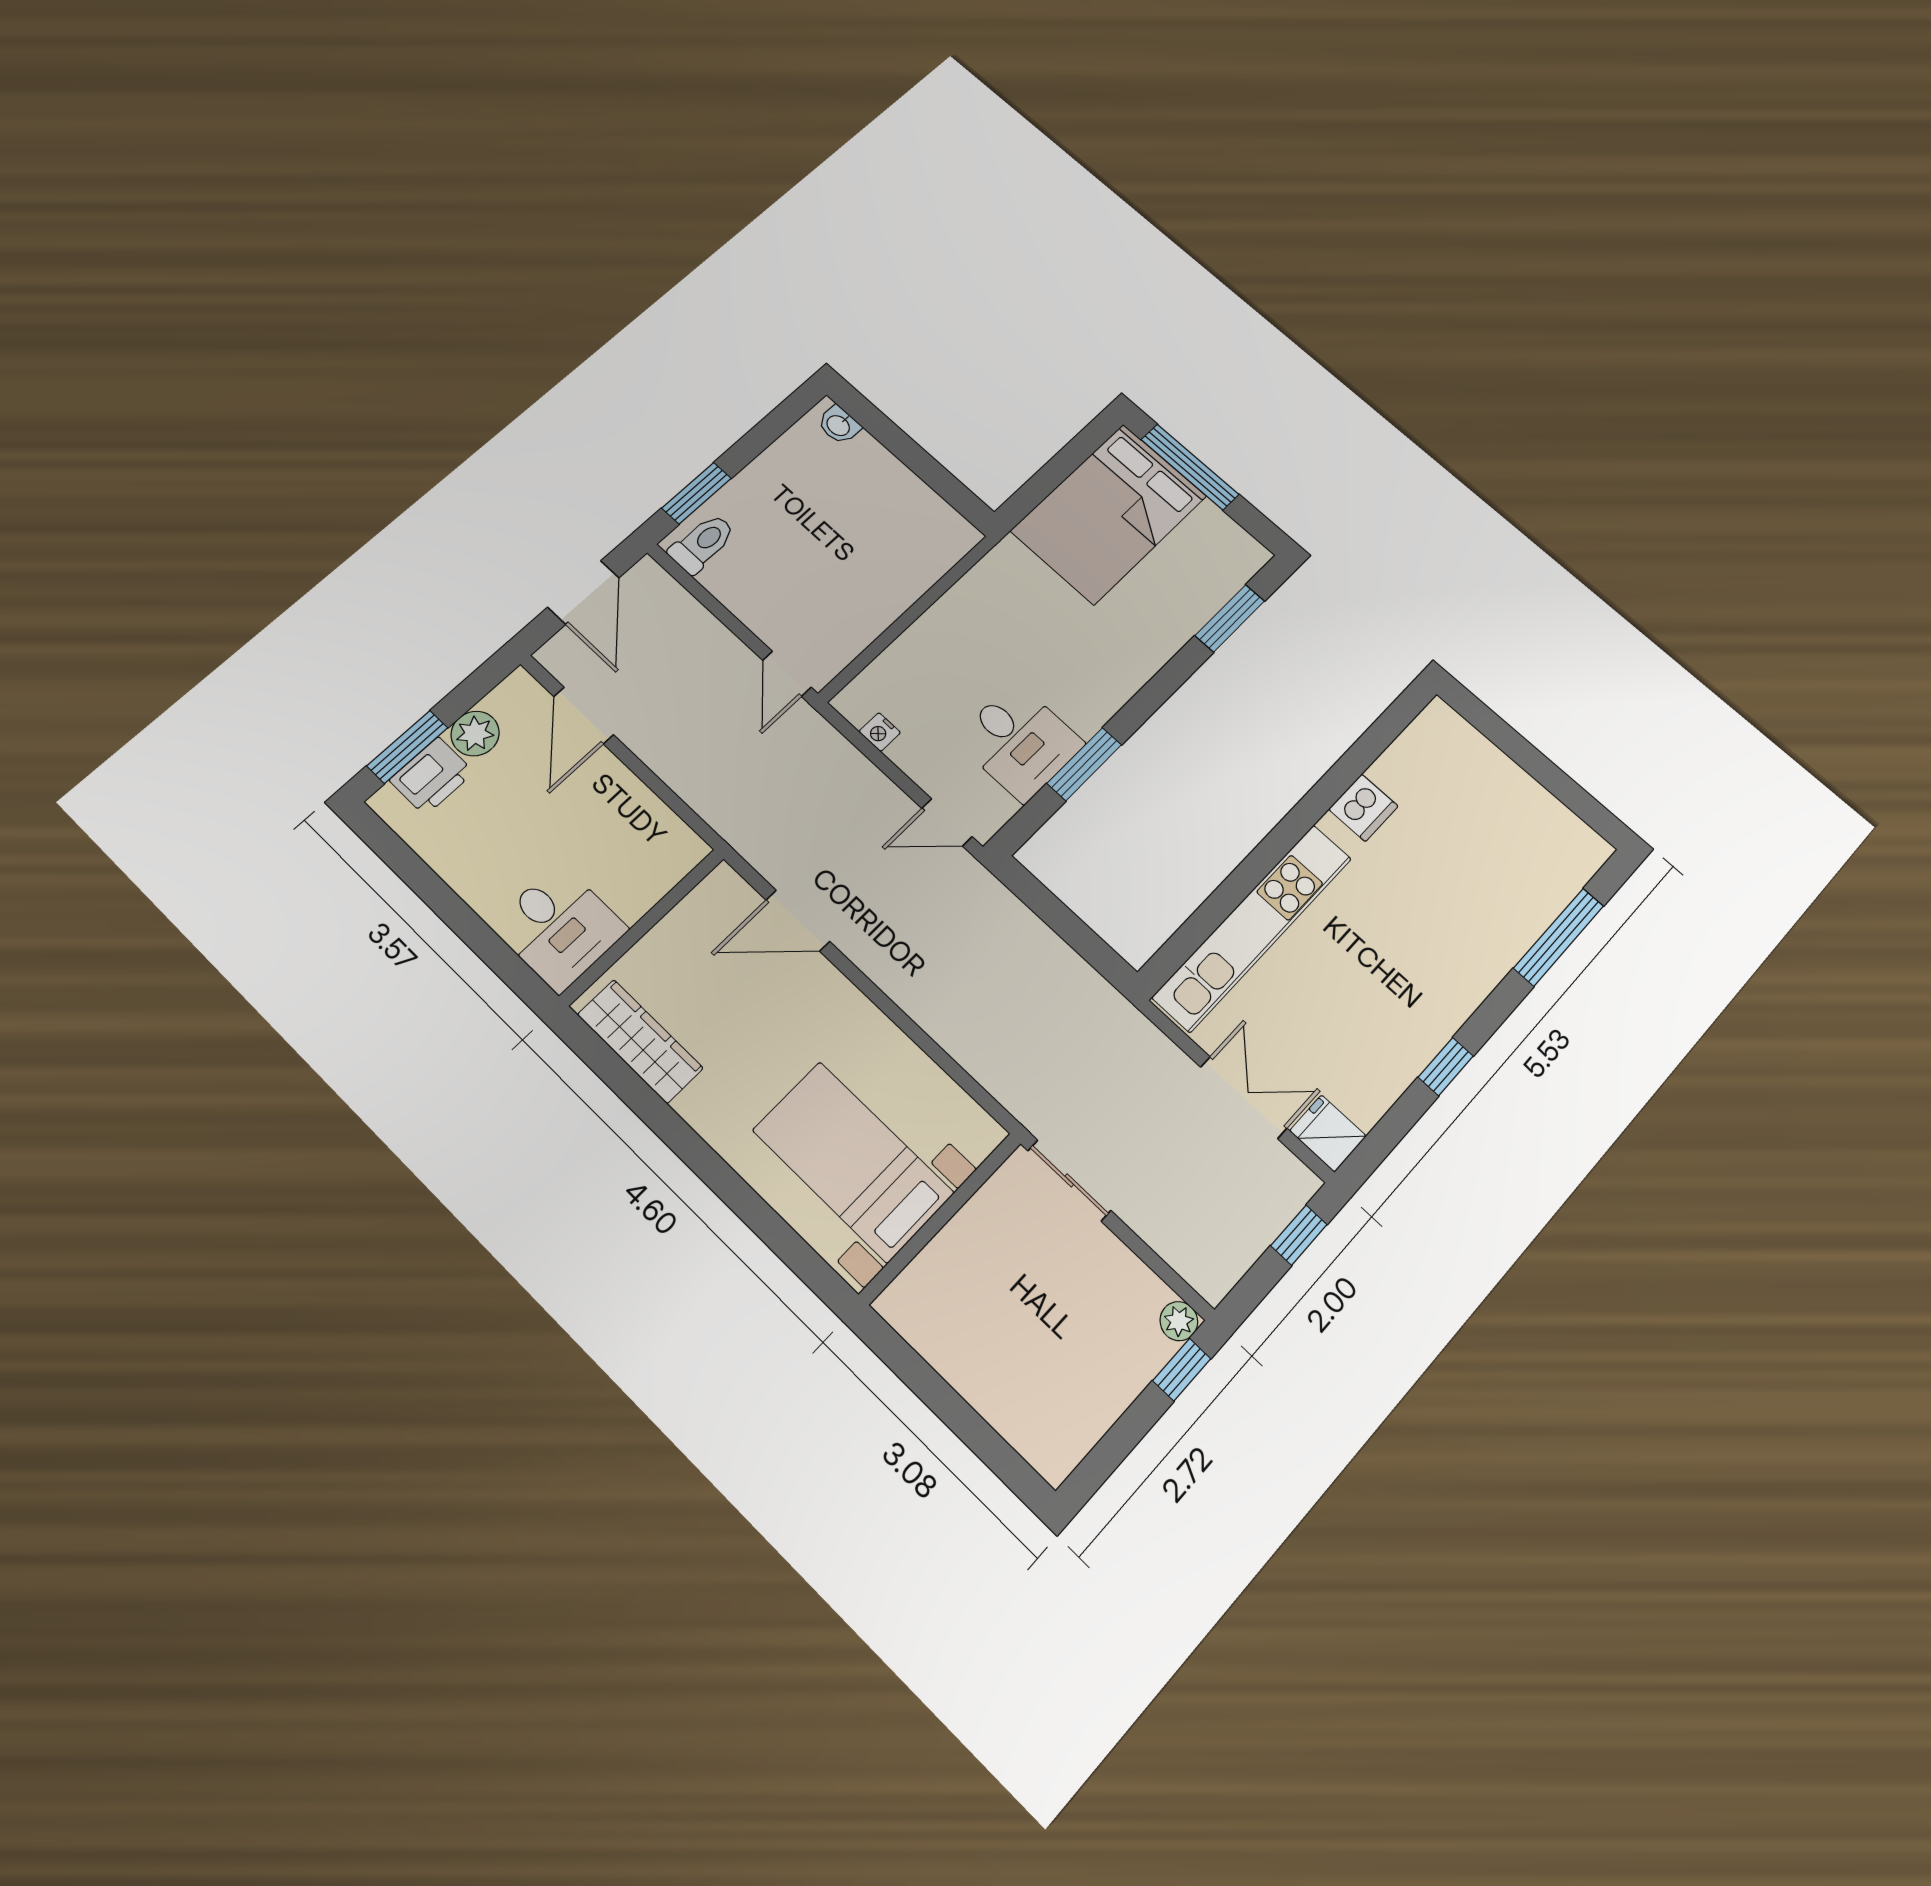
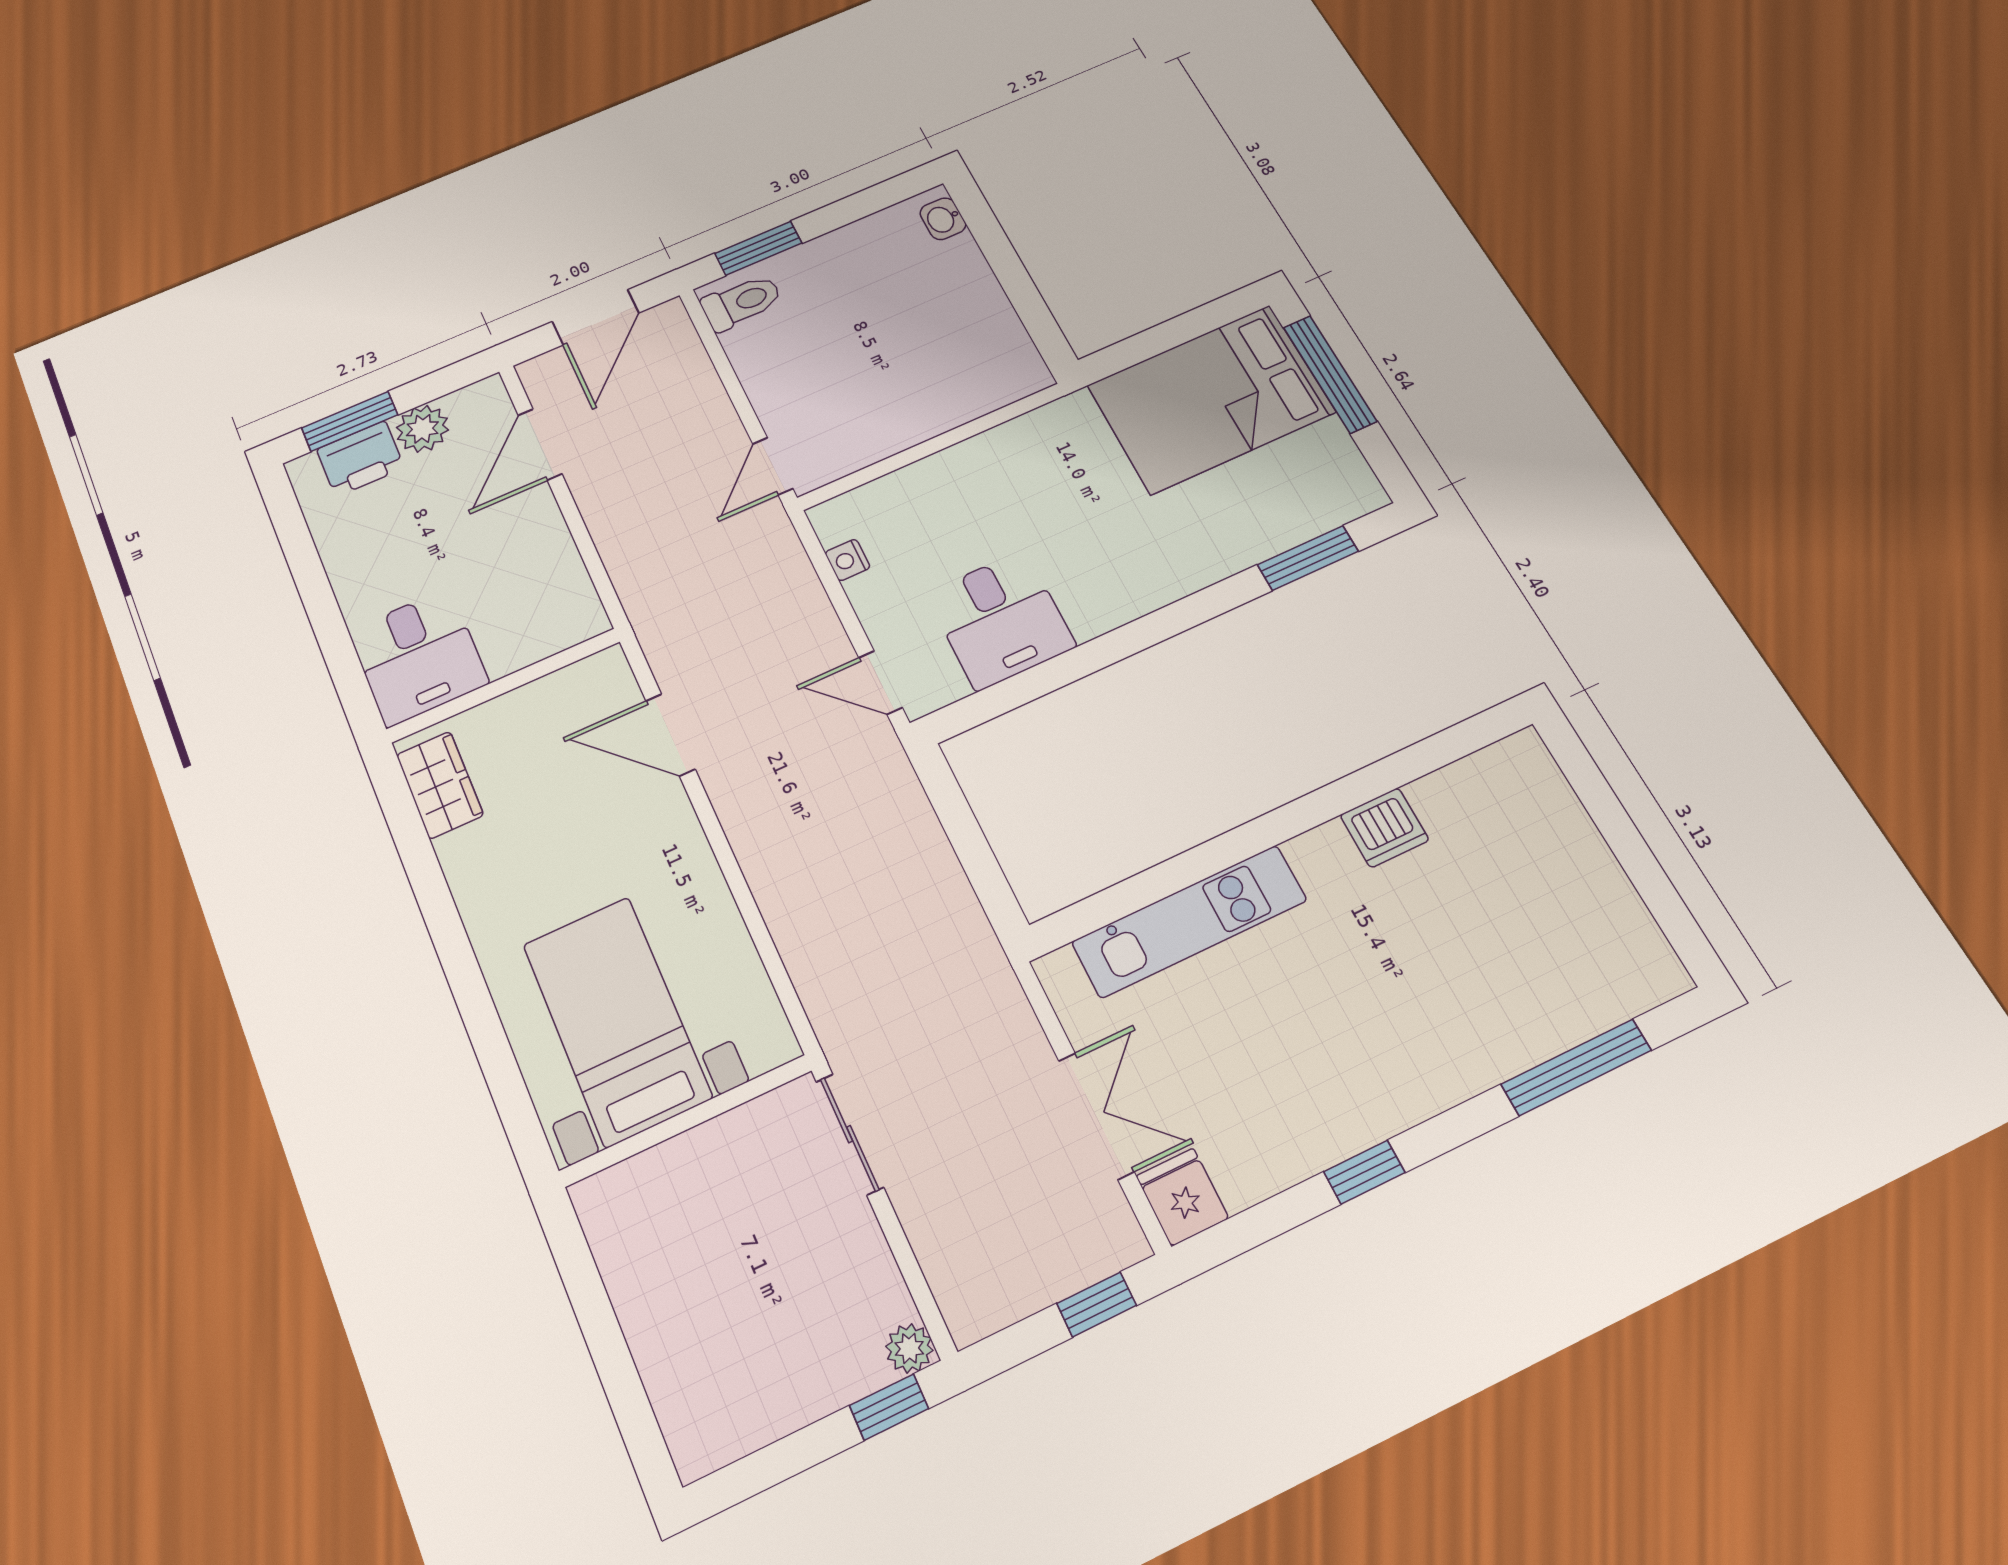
window: (1084, 764) -> (1065, 669), removed
kitchen unit: (1253, 927) -> (1189, 921), width x0.73
wardrobe: (640, 1041) -> (440, 785), width x0.67

